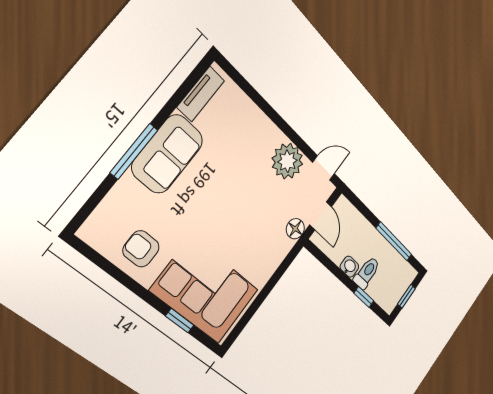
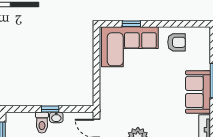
floor lamp: (295, 229) -> (106, 111), removed
window: (364, 297) -> (50, 109), moved

